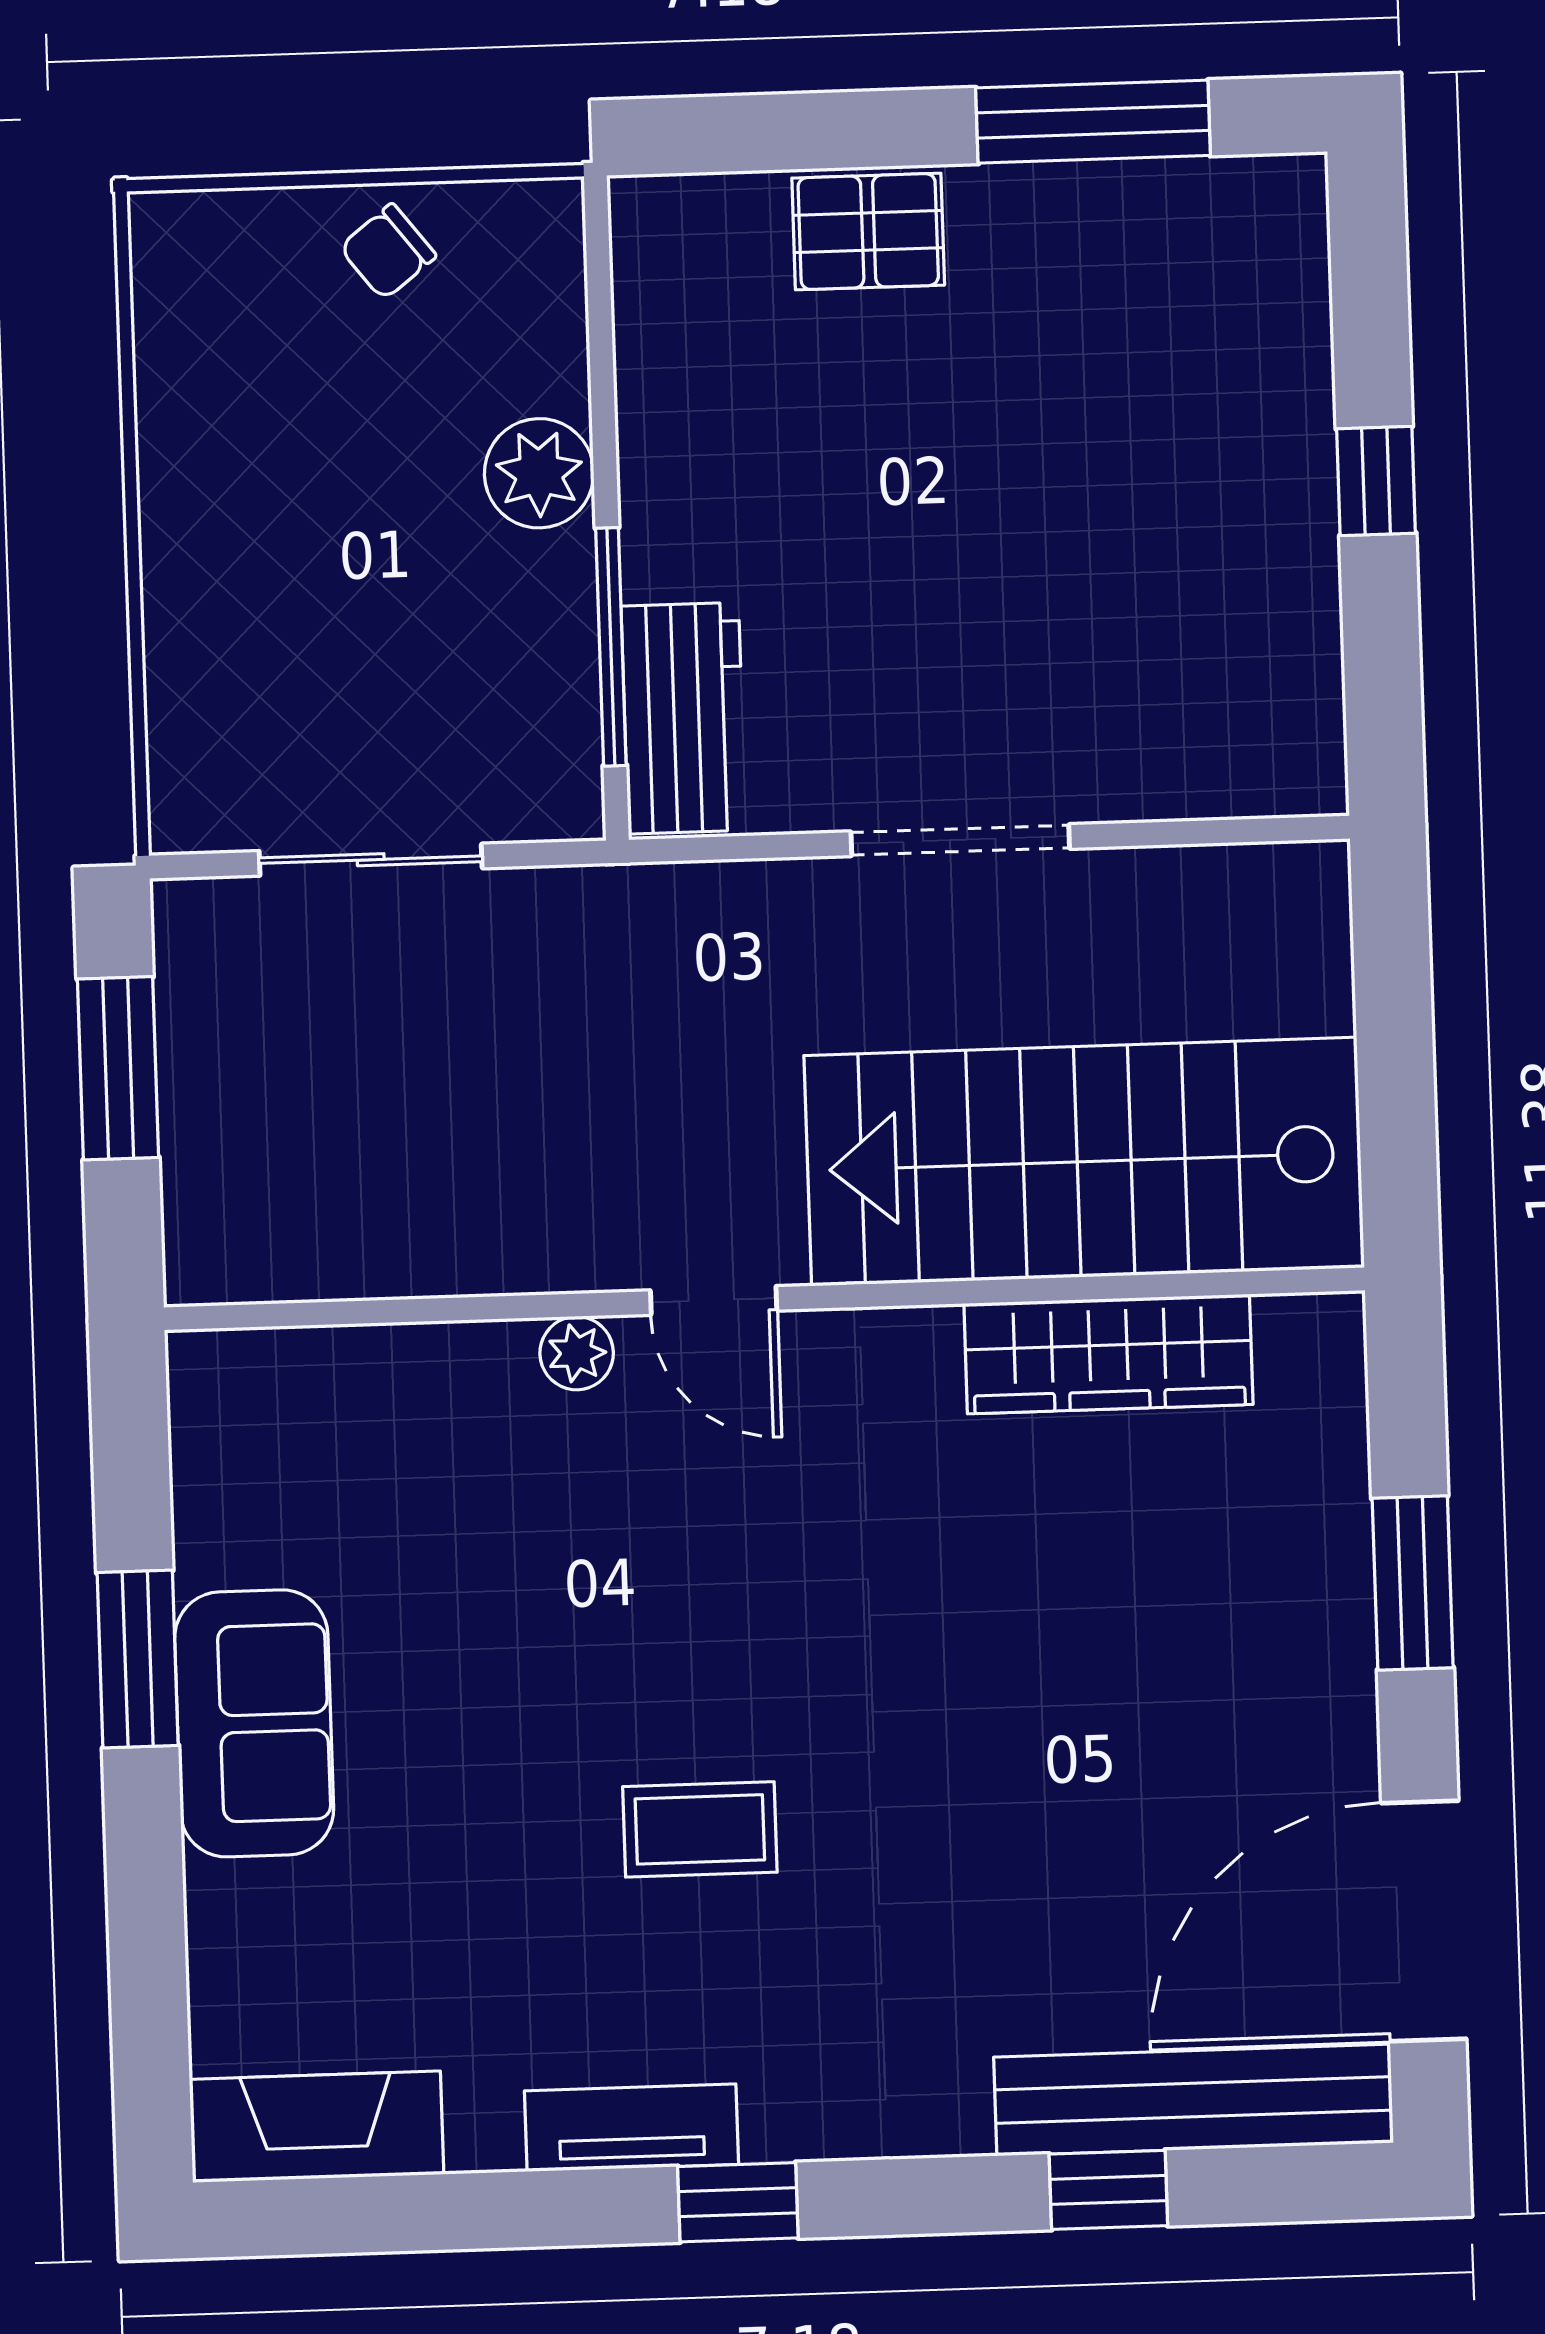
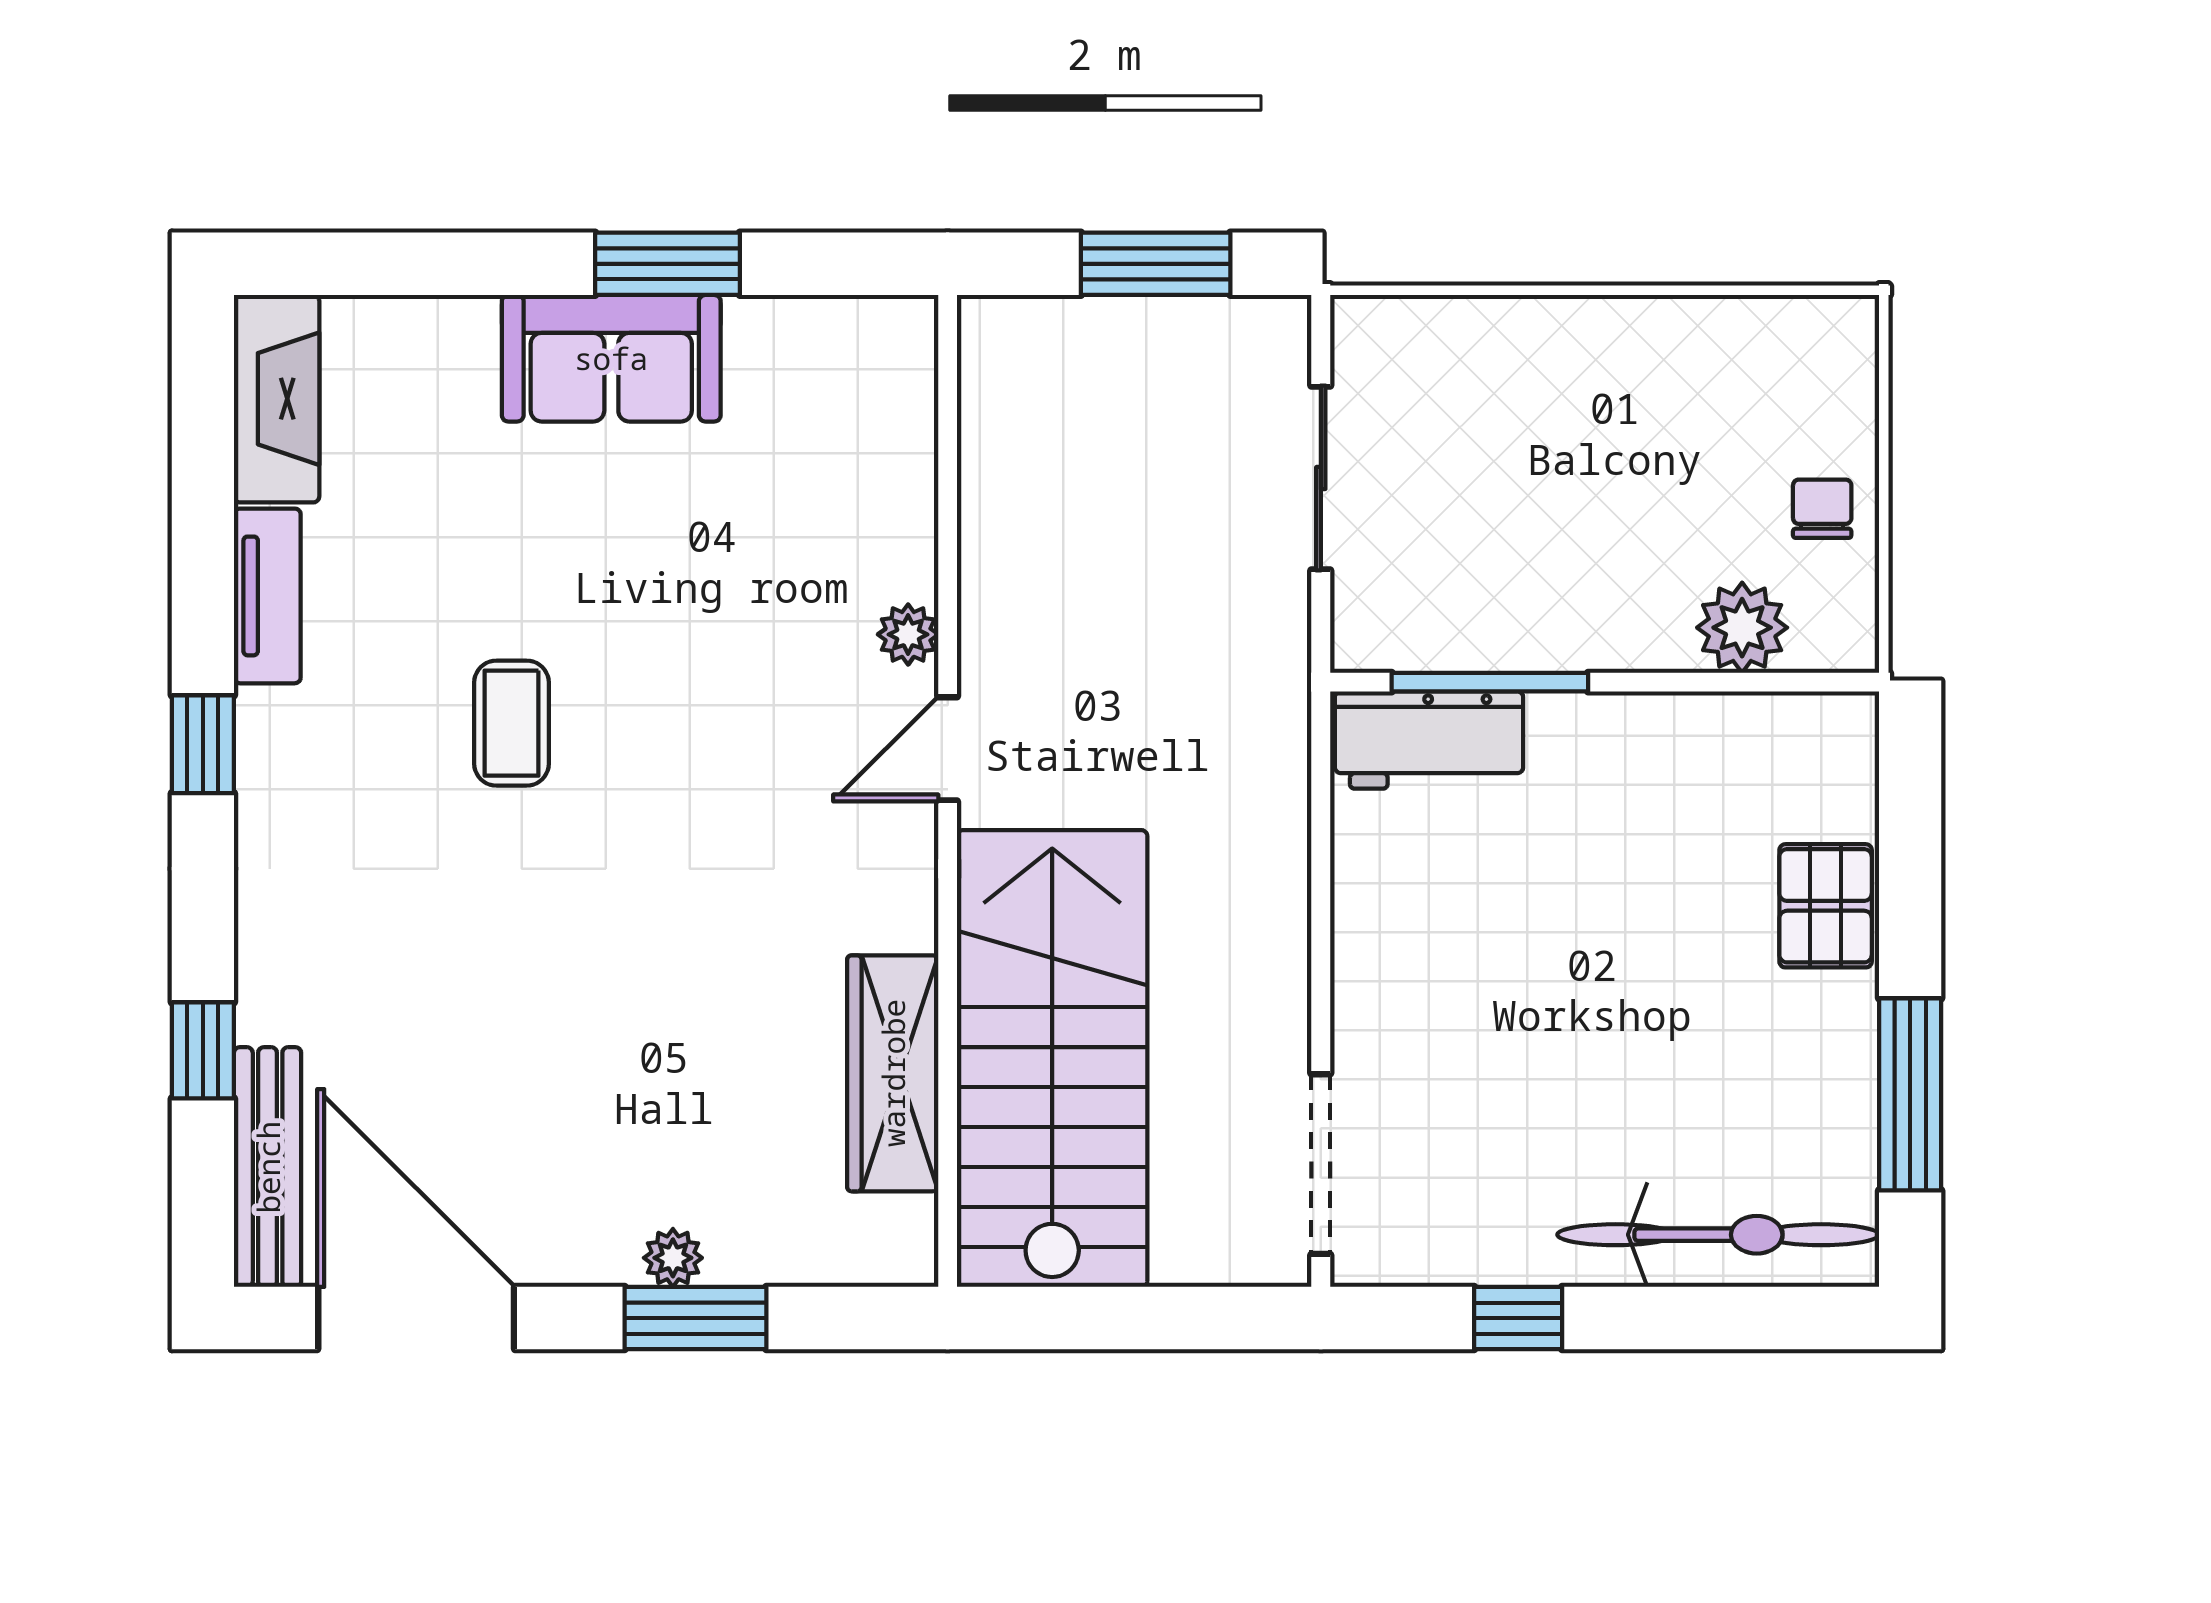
chair: (388, 252) -> (1822, 509), turned 38
bicycle: (1271, 348) -> (1718, 1235), added
plant: (539, 473) -> (1742, 628), moved
window: (1376, 481) -> (1518, 1318), moved
doorway: (960, 840) -> (1321, 1164), moved
plant: (1341, 1613) -> (673, 1258), added
bench: (1194, 2100) -> (268, 1167), width x0.73, depth x0.82
tv unit: (631, 2128) -> (267, 596), moved

